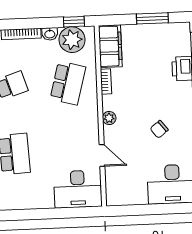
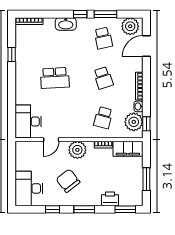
school desk: (68, 83) -> (103, 118), width x0.54
plant: (109, 118) -> (77, 150), width x1.88, depth x1.88
chair: (159, 129) -> (68, 181), width x1.87, depth x1.87

